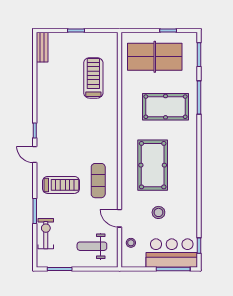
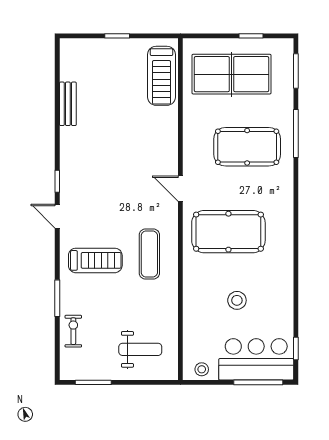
bench: (42, 47) -> (68, 104), moved
treadmill: (93, 78) -> (162, 76), moved, turned 180
pool table: (153, 165) -> (228, 232), turned 90
door: (120, 218) -> (180, 189), moved
exercise bike: (46, 234) -> (73, 331), width x0.73, depth x0.72
stool: (131, 243) -> (202, 369), moved
weight bench: (92, 246) -> (140, 349), turned 180

